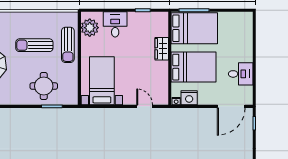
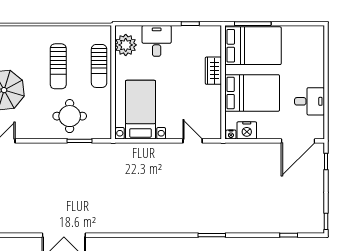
sun lounger: (34, 45) -> (58, 66), turned -90

